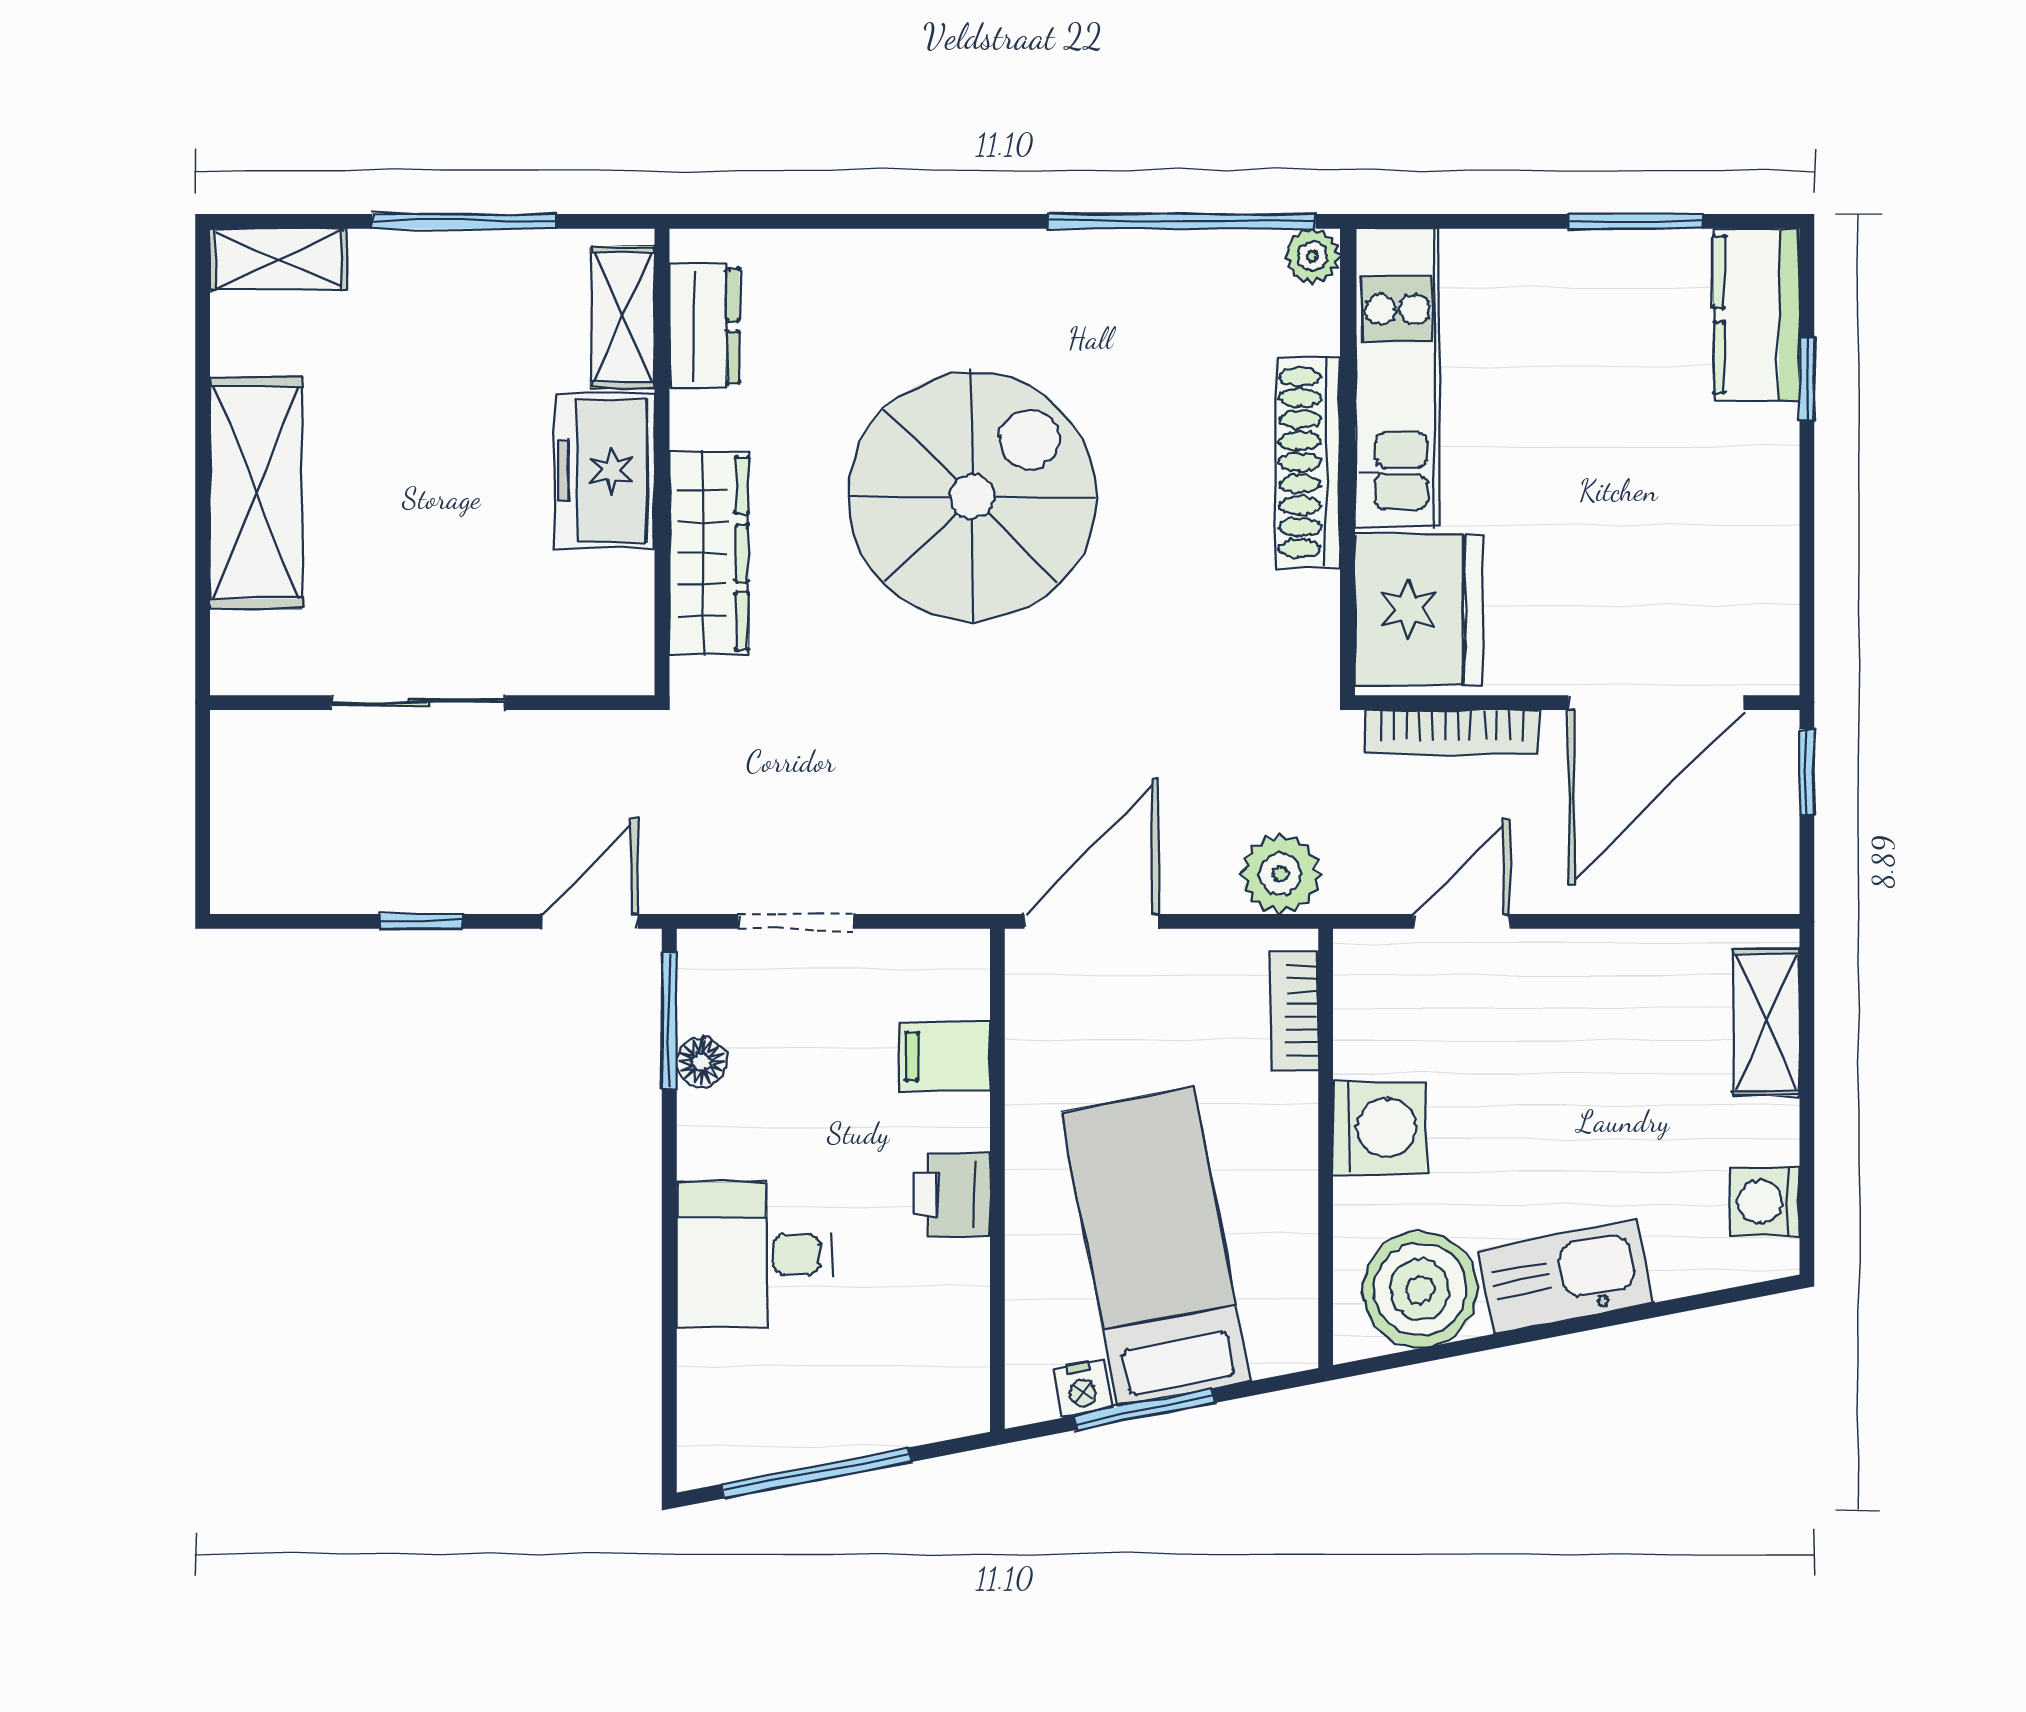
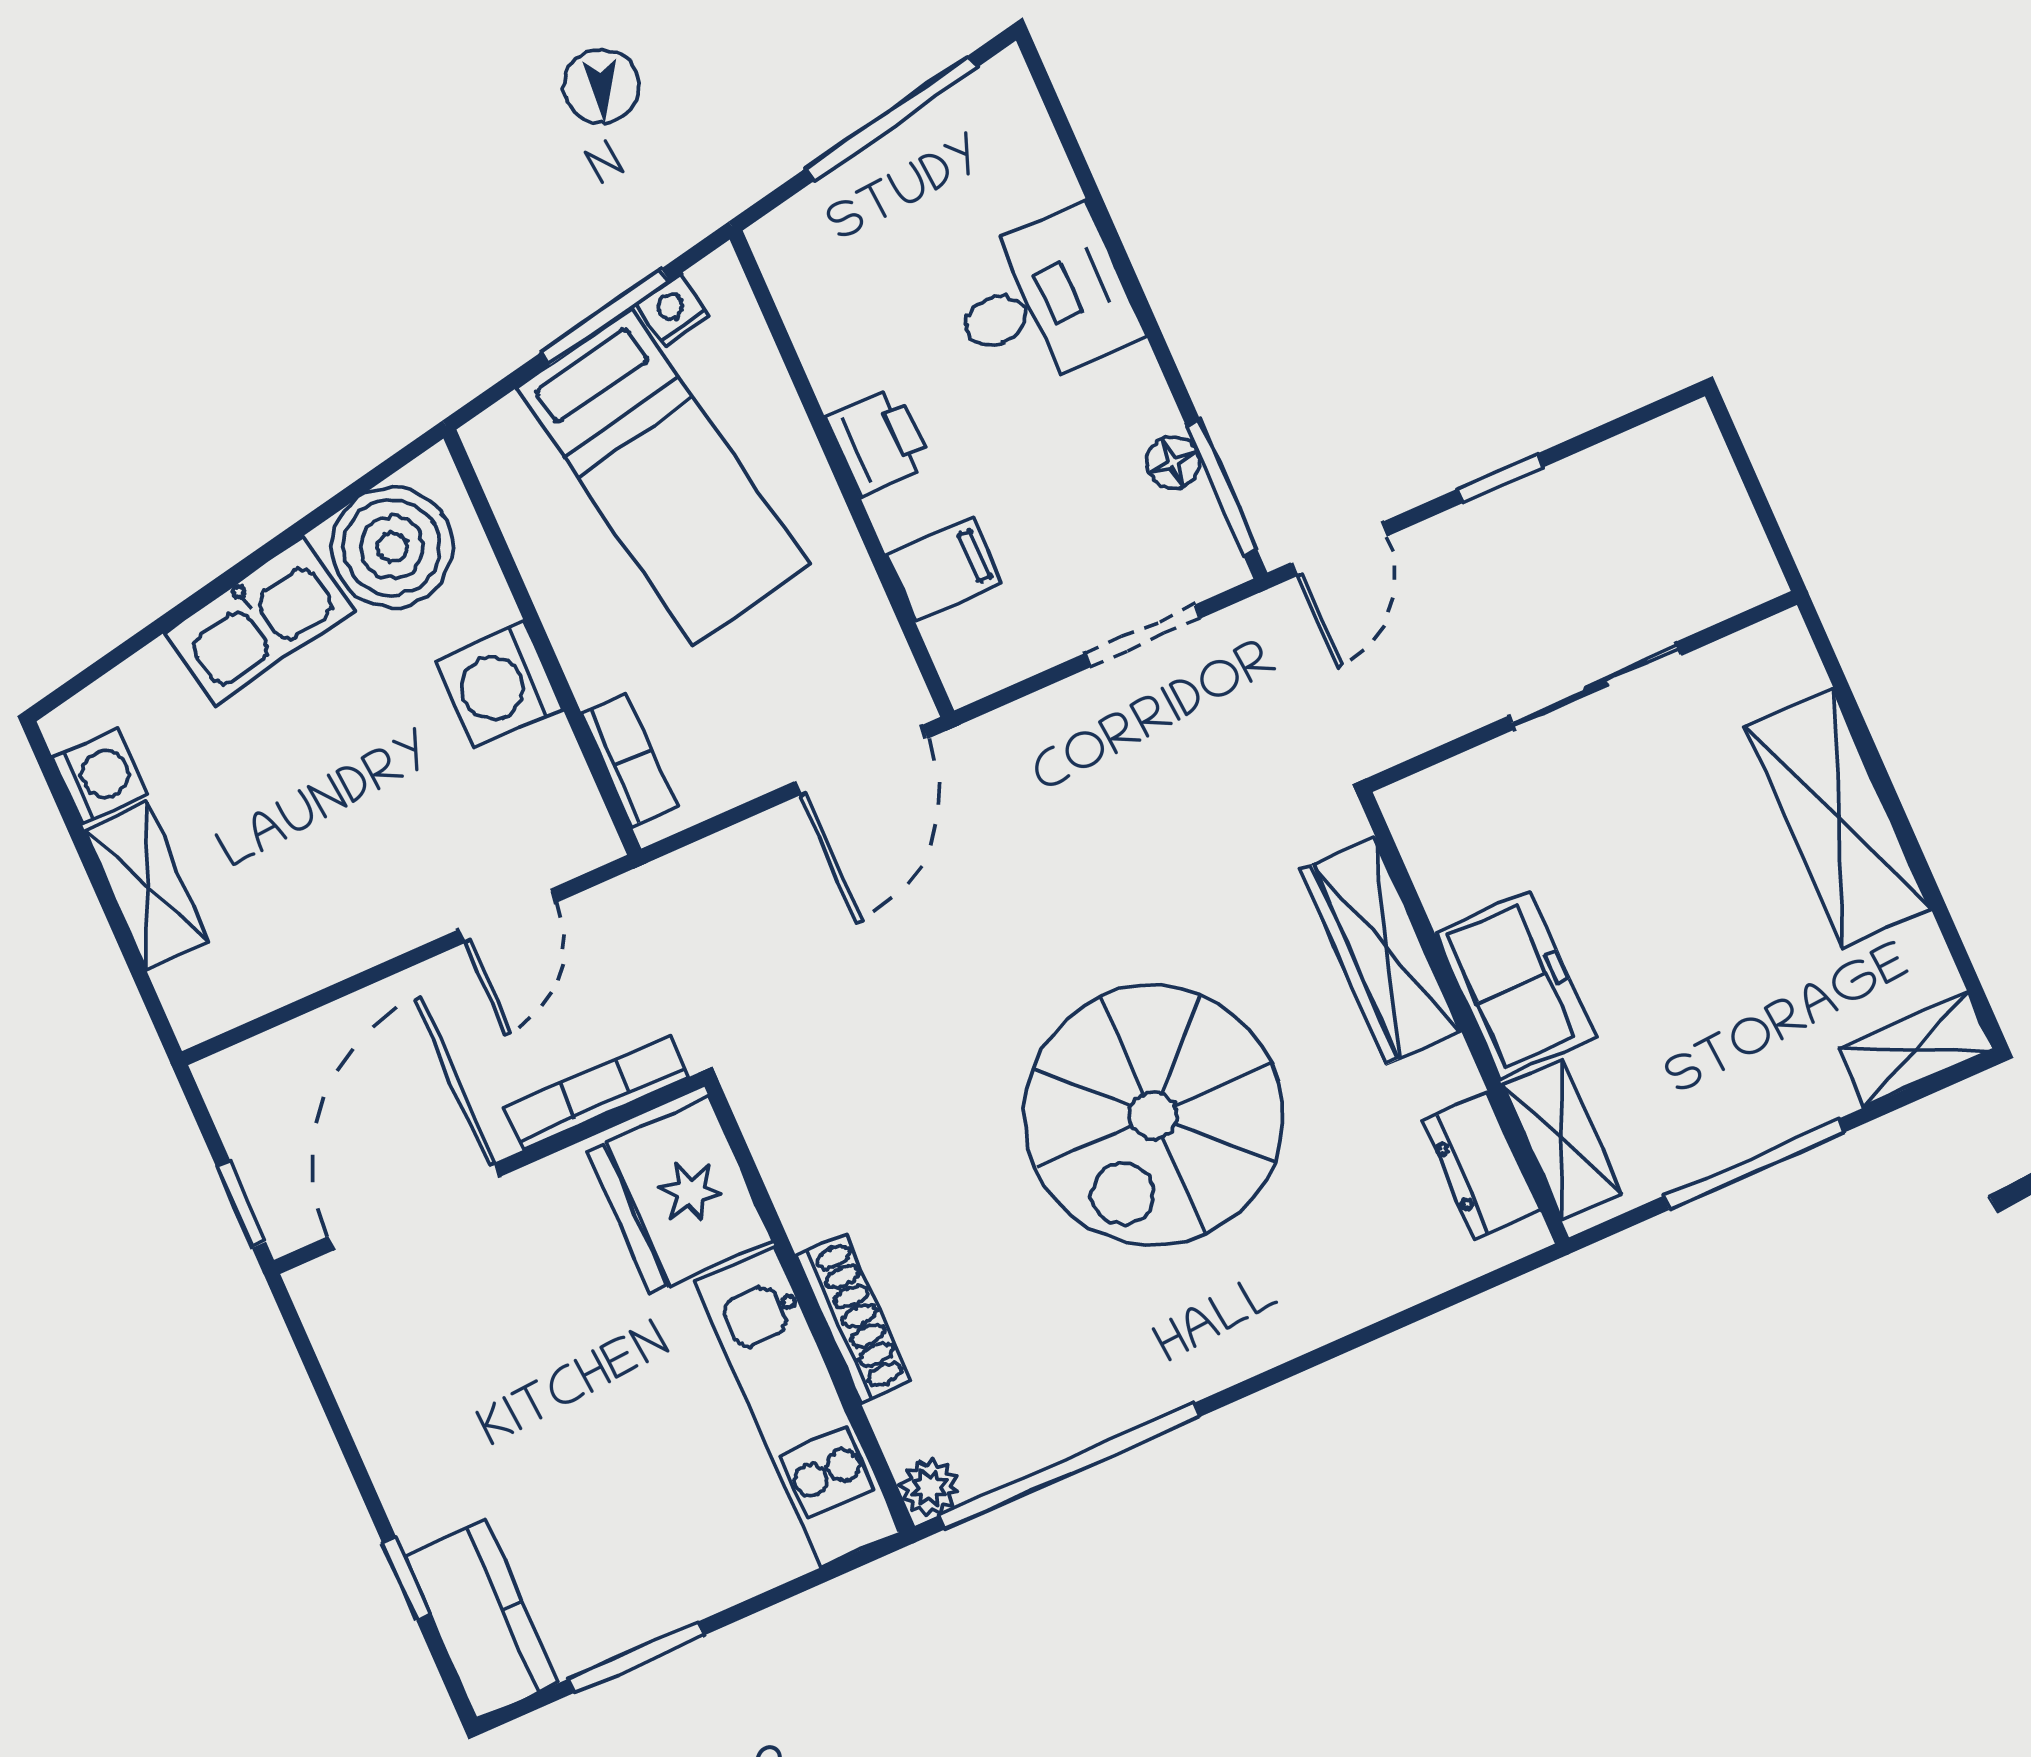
shoe rack: (1308, 462) -> (853, 1318), width x0.74, depth x0.81
plant: (1280, 874) -> (700, 885), removed
shelving: (1767, 1022) -> (146, 885), moved

